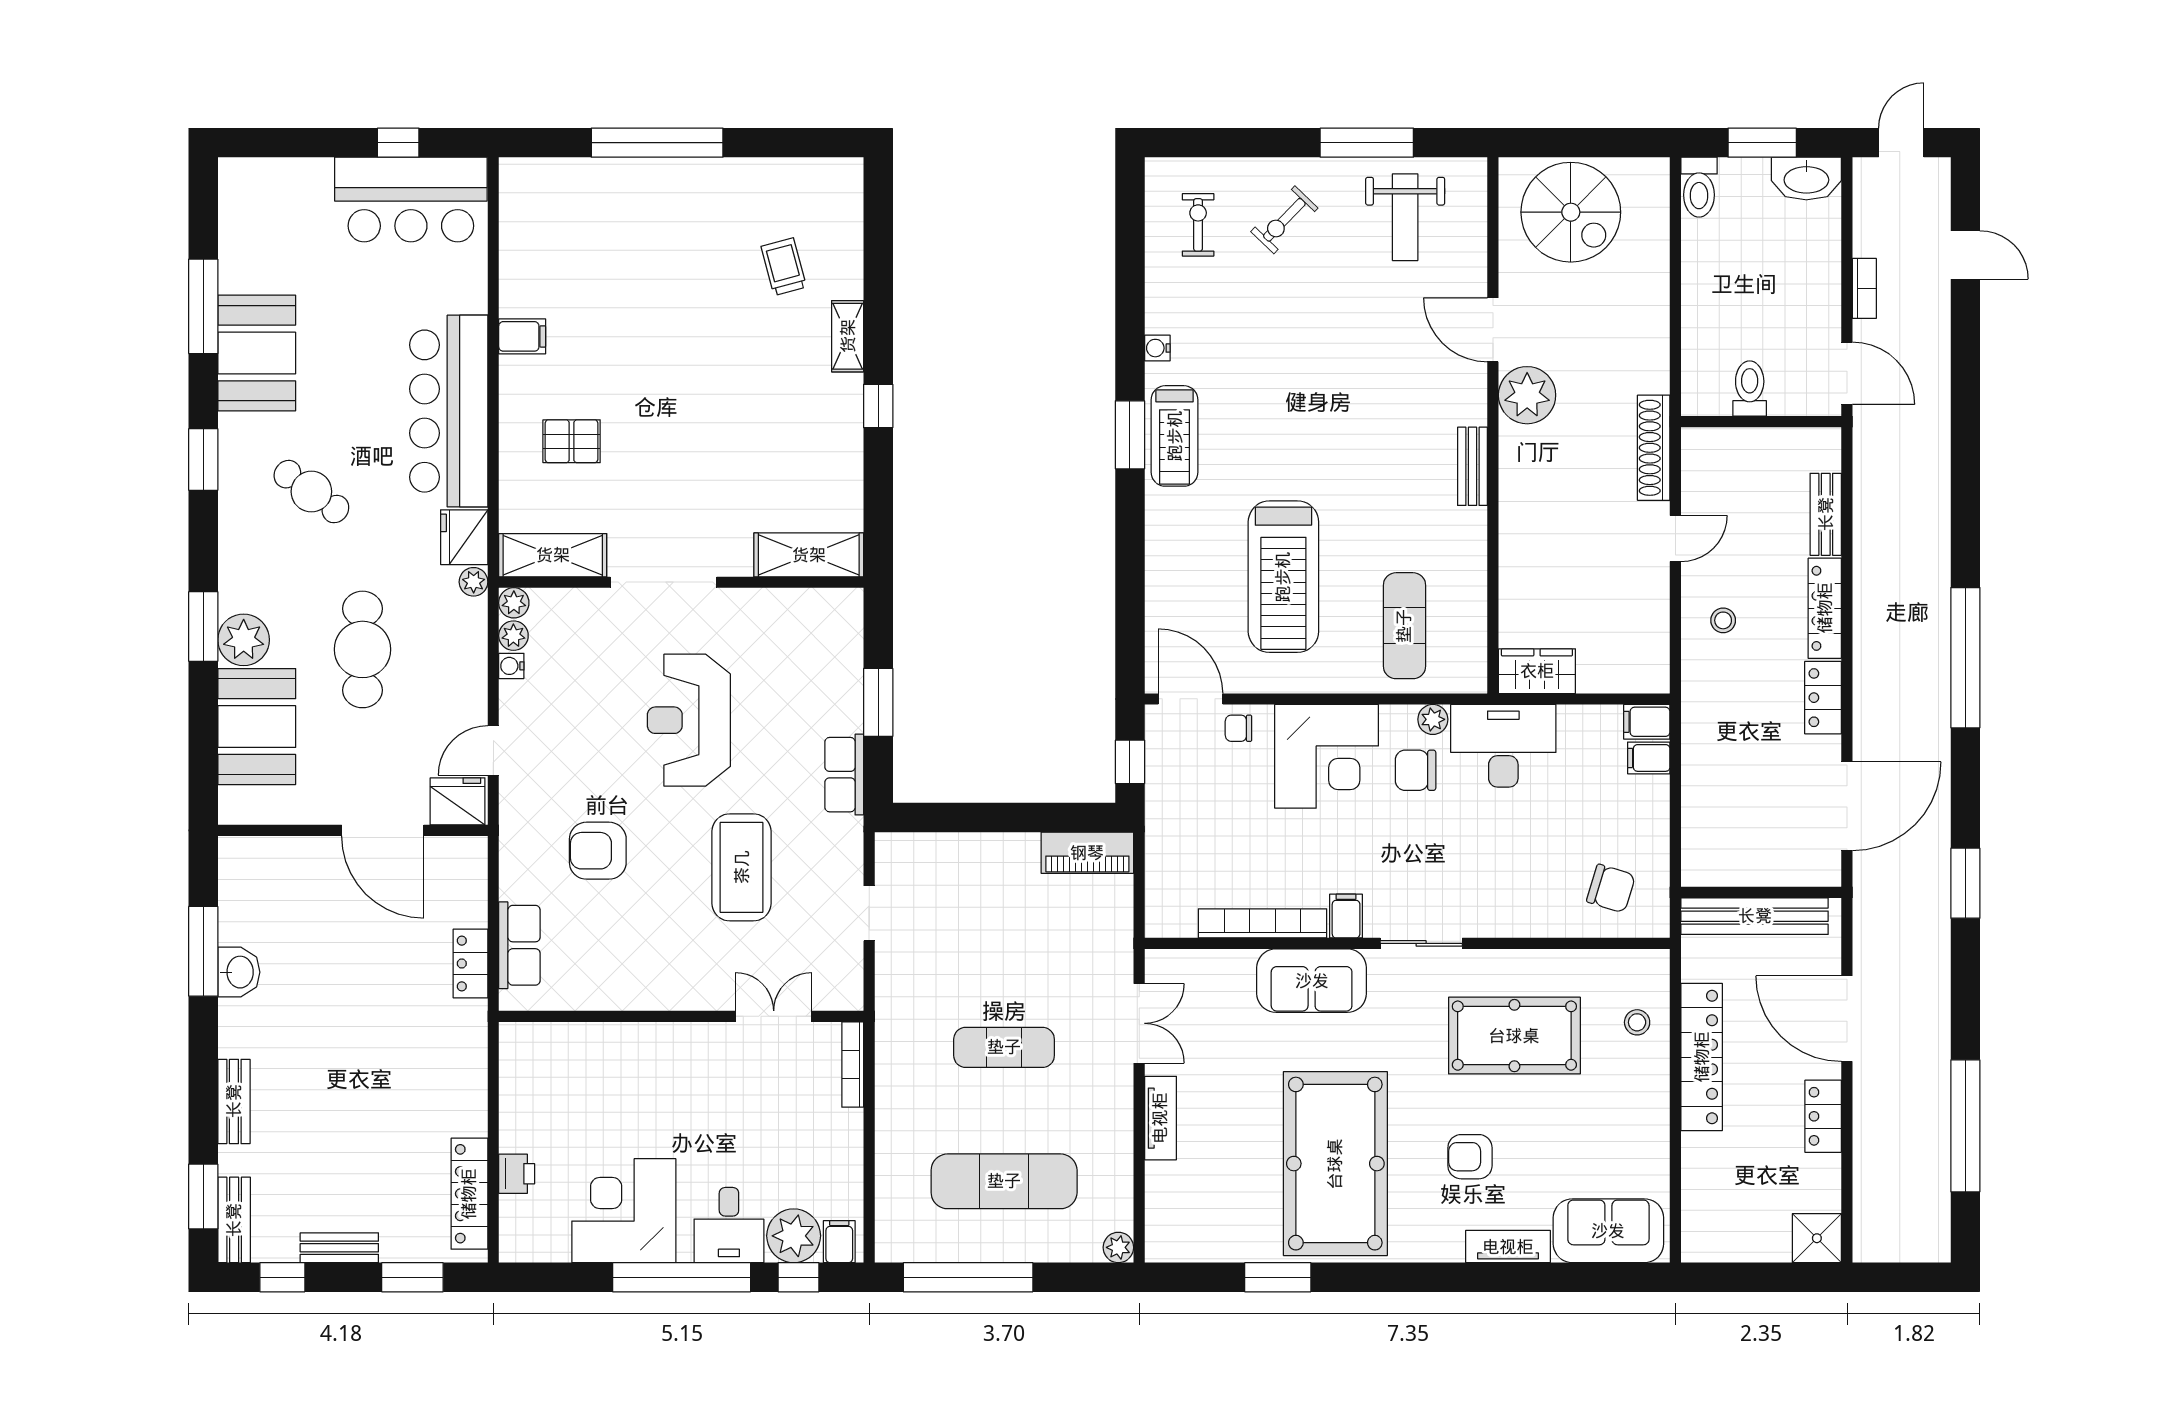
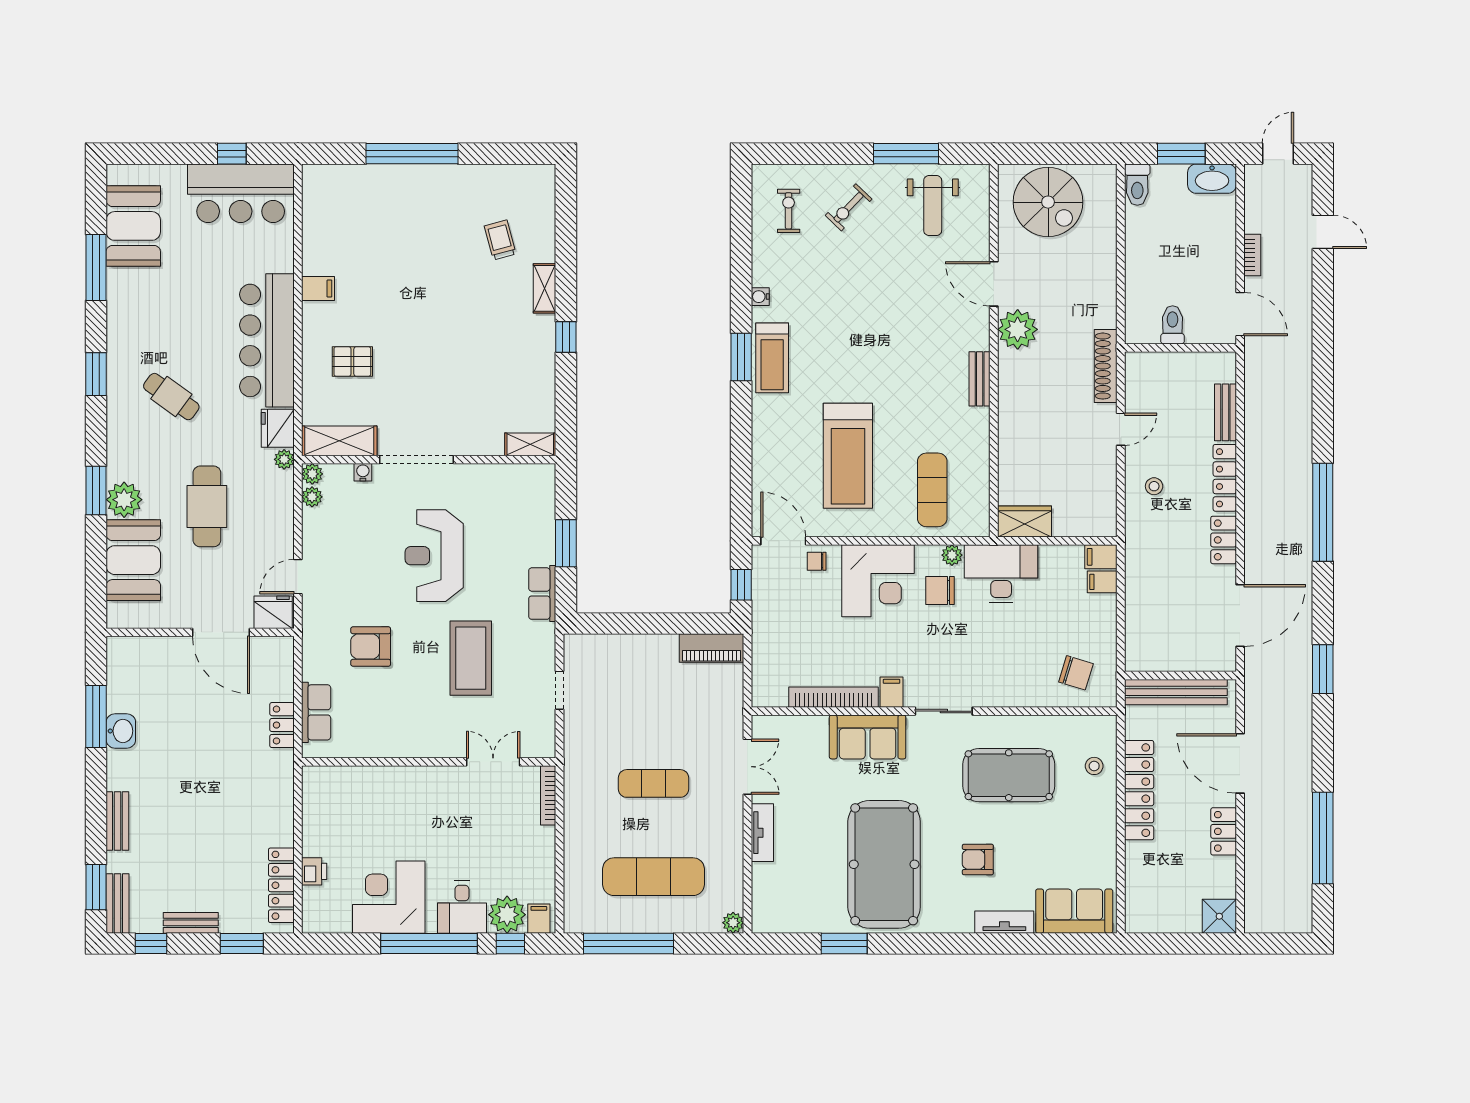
booth: (257, 353) -> (133, 226), moved
shelving: (809, 555) -> (530, 444), width x0.67, depth x0.75
water cooler: (511, 666) -> (363, 472), moved, turned 90

